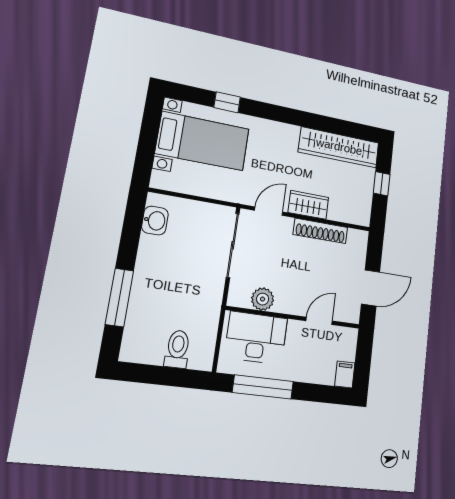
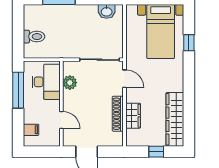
wardrobe: (308, 205) -> (133, 116), moved
filing cabinet: (345, 374) -> (31, 130), moved

